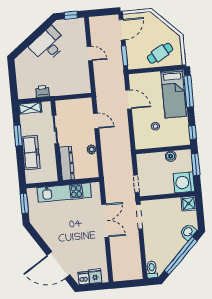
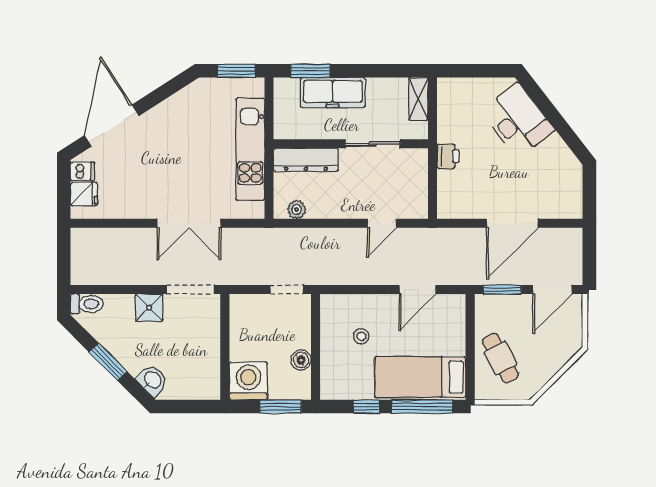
window: (71, 15) -> (589, 194), removed
door: (122, 30) -> (552, 290), hinge flipped
desk: (48, 45) -> (518, 120), moved
door: (90, 54) -> (512, 223), width x1.87
printer: (42, 91) -> (448, 156), moved
window: (193, 132) -> (366, 407), moved
window: (18, 136) -> (310, 71), moved
plant: (92, 149) -> (297, 210), moved
doorway: (136, 184) -> (287, 290), moved
shower: (189, 204) -> (149, 308), moved
window: (181, 256) -> (108, 362), width x0.47

